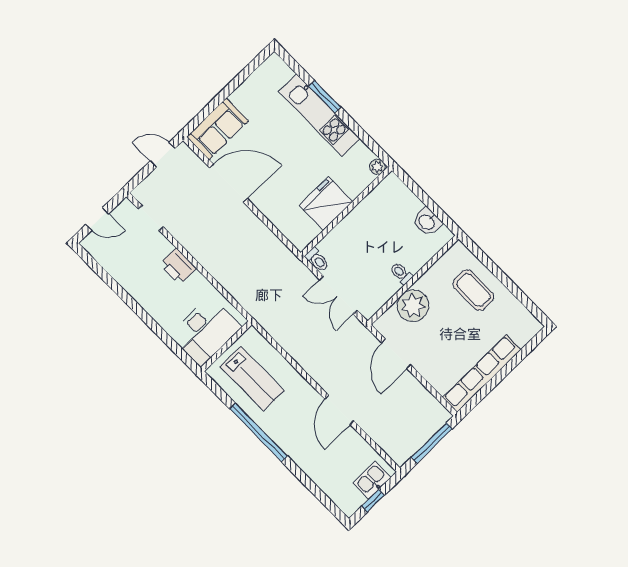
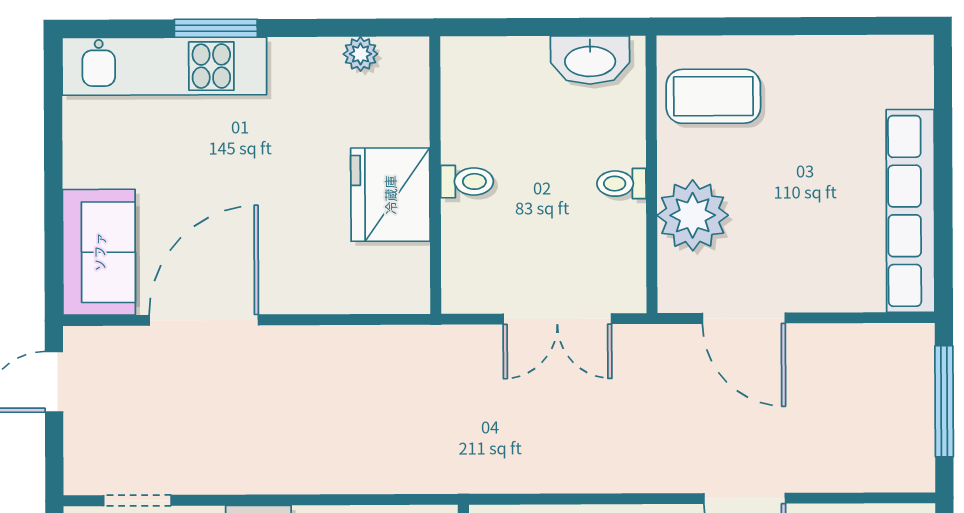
kitchen unit: (319, 115) -> (164, 66), moved
plant: (377, 167) -> (360, 54), moved
washbasin: (427, 222) -> (590, 60), width x1.38
toilet: (317, 260) -> (467, 181), moved
coffee table: (473, 290) -> (713, 96), moved

